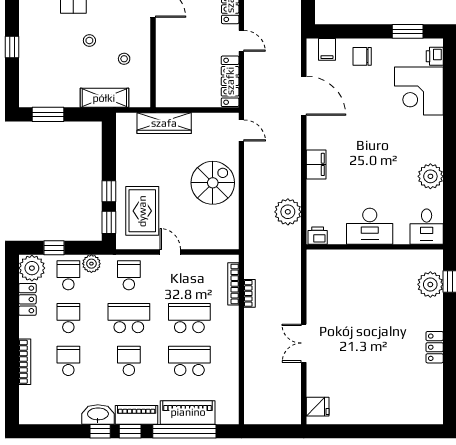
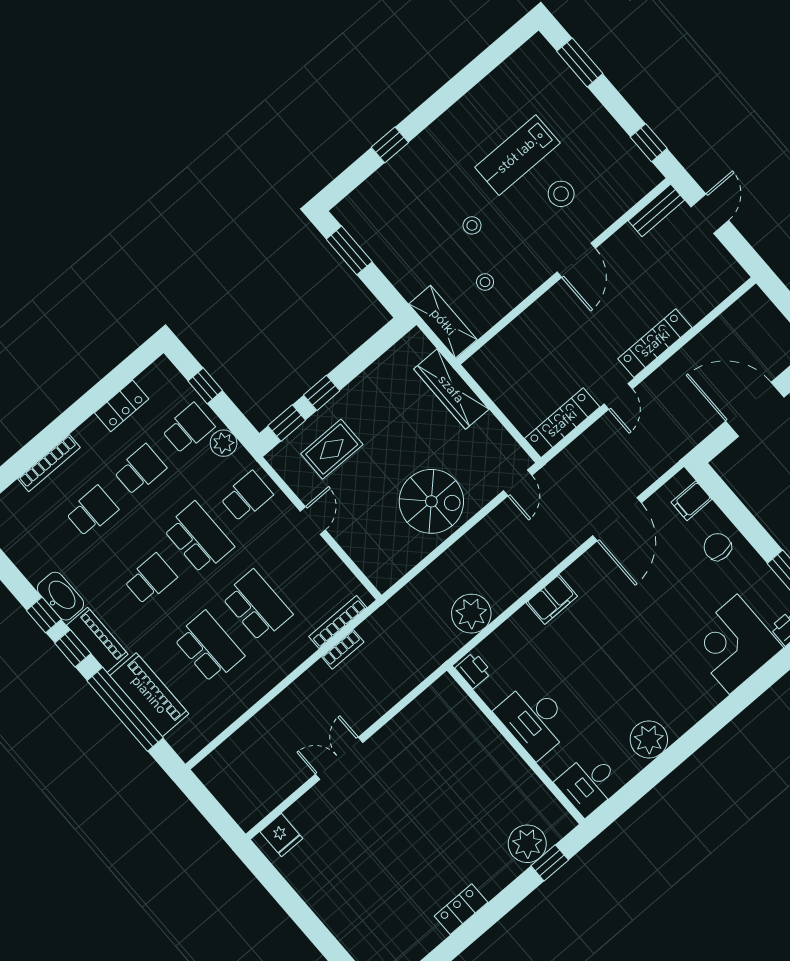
shelving: (104, 98) -> (443, 322), moved
rug: (142, 211) -> (332, 449), width x0.73, depth x0.70
plant: (32, 268) -> (161, 381), removed

